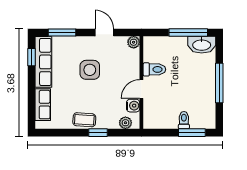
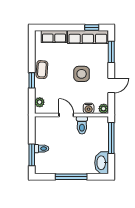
window: (188, 32) -> (111, 138), moved
water cooler: (133, 106) -> (89, 108), moved

